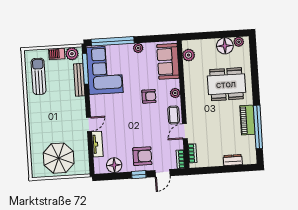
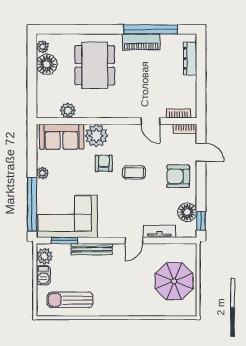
plant: (189, 55) -> (68, 110), moved
window: (85, 69) -> (64, 241), width x0.69
bench: (79, 80) -> (92, 249), moved
plant: (175, 93) -> (96, 136), width x1.88, depth x1.88
coffee table: (174, 115) -> (134, 172), moved
door: (89, 124) -> (134, 241), swing flipped
armchair: (142, 156) -> (178, 176), turned -90
dresser: (233, 160) -> (190, 58), width x1.44
window: (139, 175) -> (201, 221), moved

